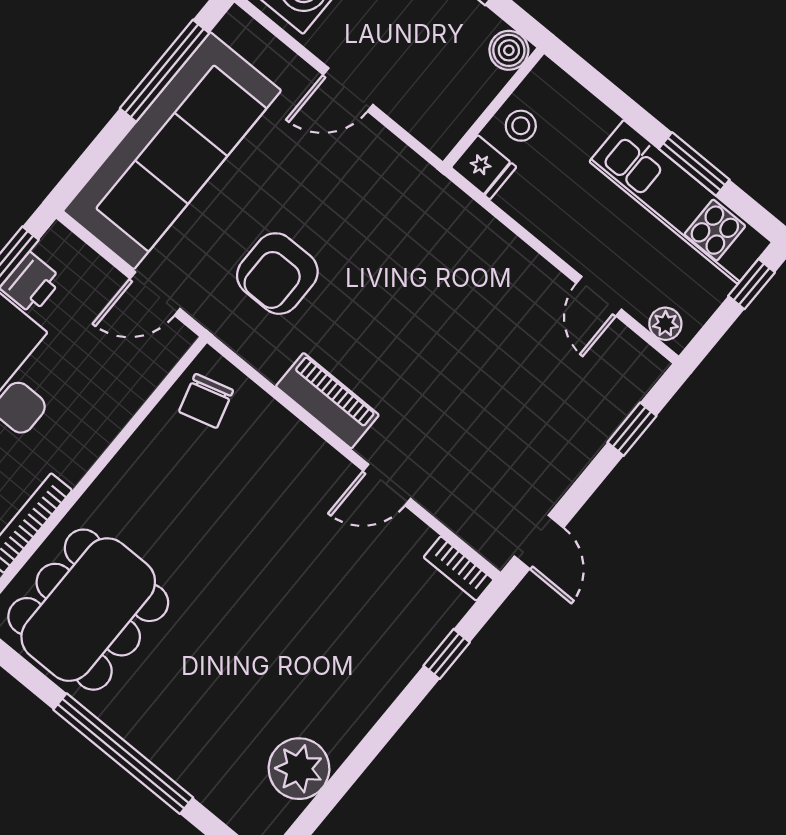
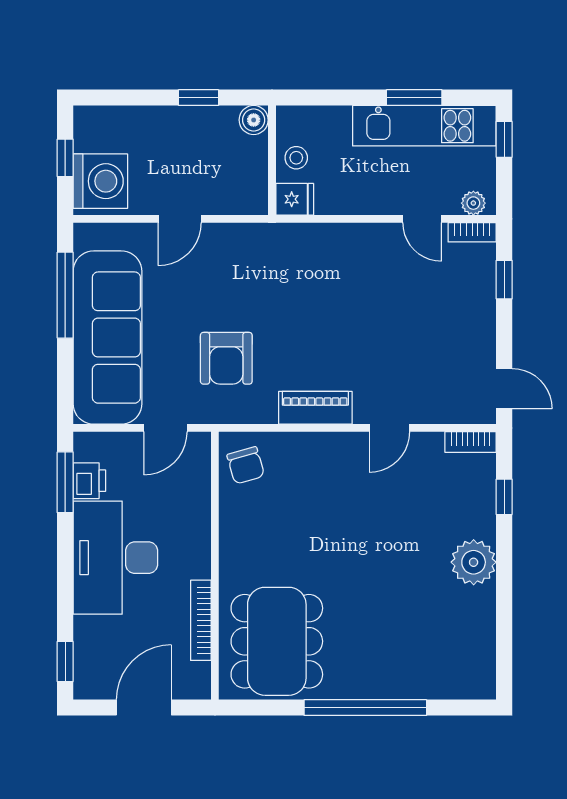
bookcase: (639, 353) -> (472, 232), added
plant: (299, 769) -> (474, 562), moved

